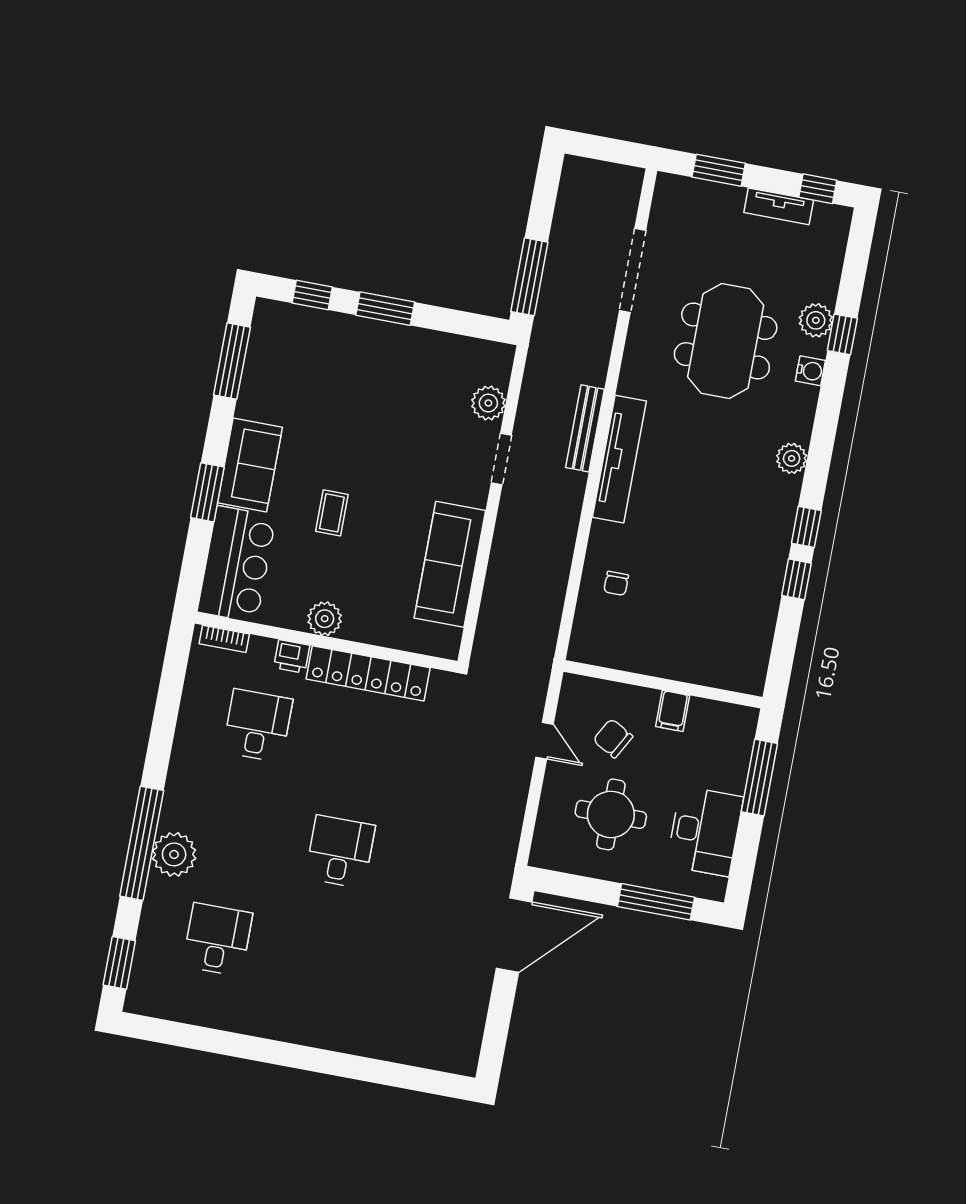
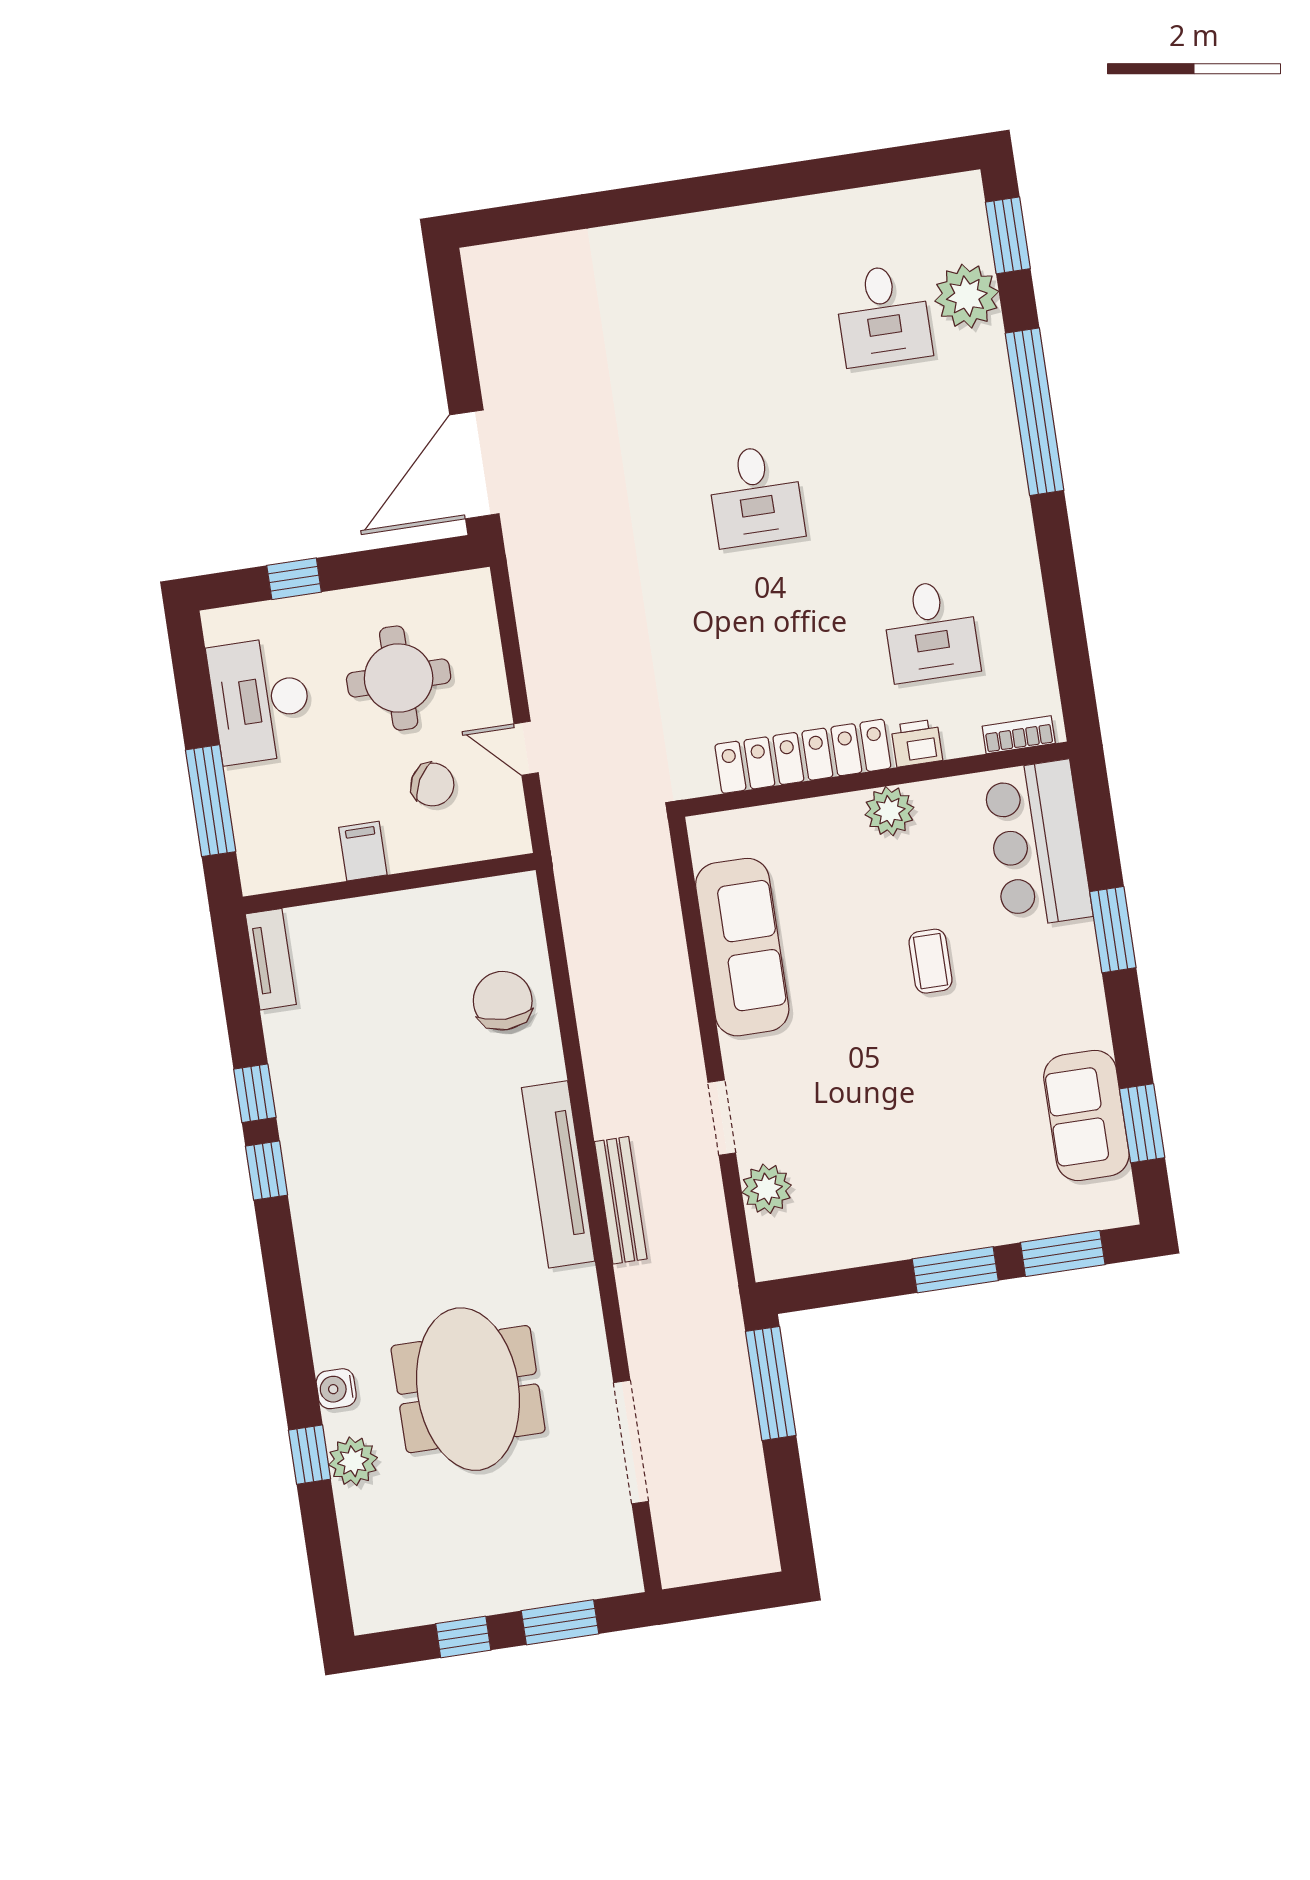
window: (818, 189) -> (463, 1637), moved
tv unit: (779, 206) -> (271, 959), moved, turned 90
window: (312, 295) -> (1063, 1253), width x1.50
window: (232, 361) -> (1142, 1123), width x0.69
plant: (792, 458) -> (320, 1258), removed
sofa: (250, 465) -> (1086, 1115), moved
chair: (616, 583) -> (503, 1001), width x1.87, depth x1.87
plant: (174, 854) -> (967, 296), moved
window: (656, 902) -> (294, 579), width x0.46

